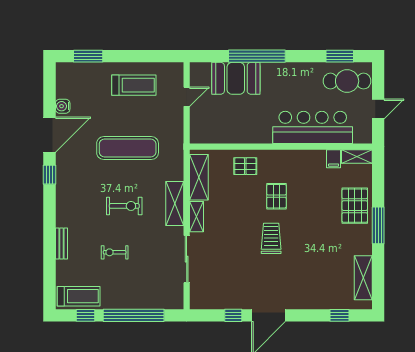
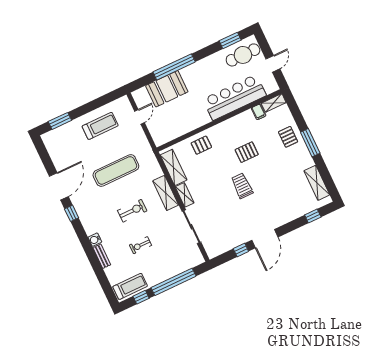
water cooler: (63, 106) -> (95, 240), moved
pallet: (276, 196) -> (247, 152), moved, turned 90
pallet: (355, 206) -> (288, 137), width x0.67, depth x0.71

